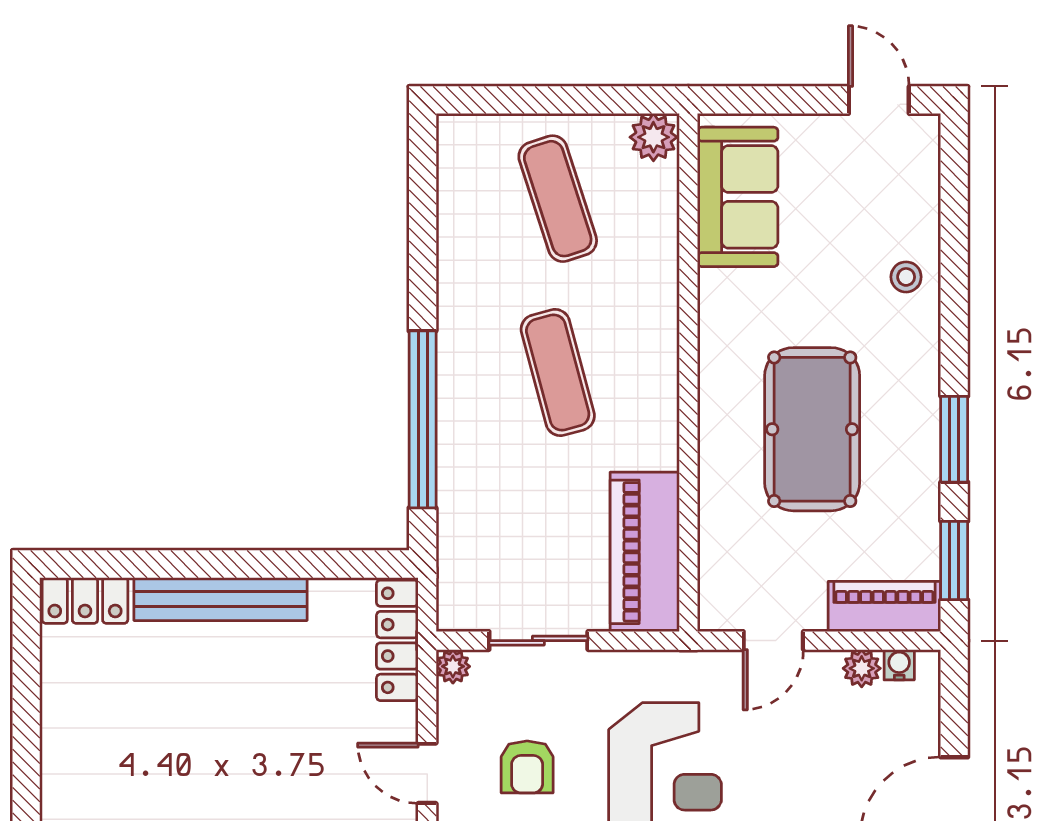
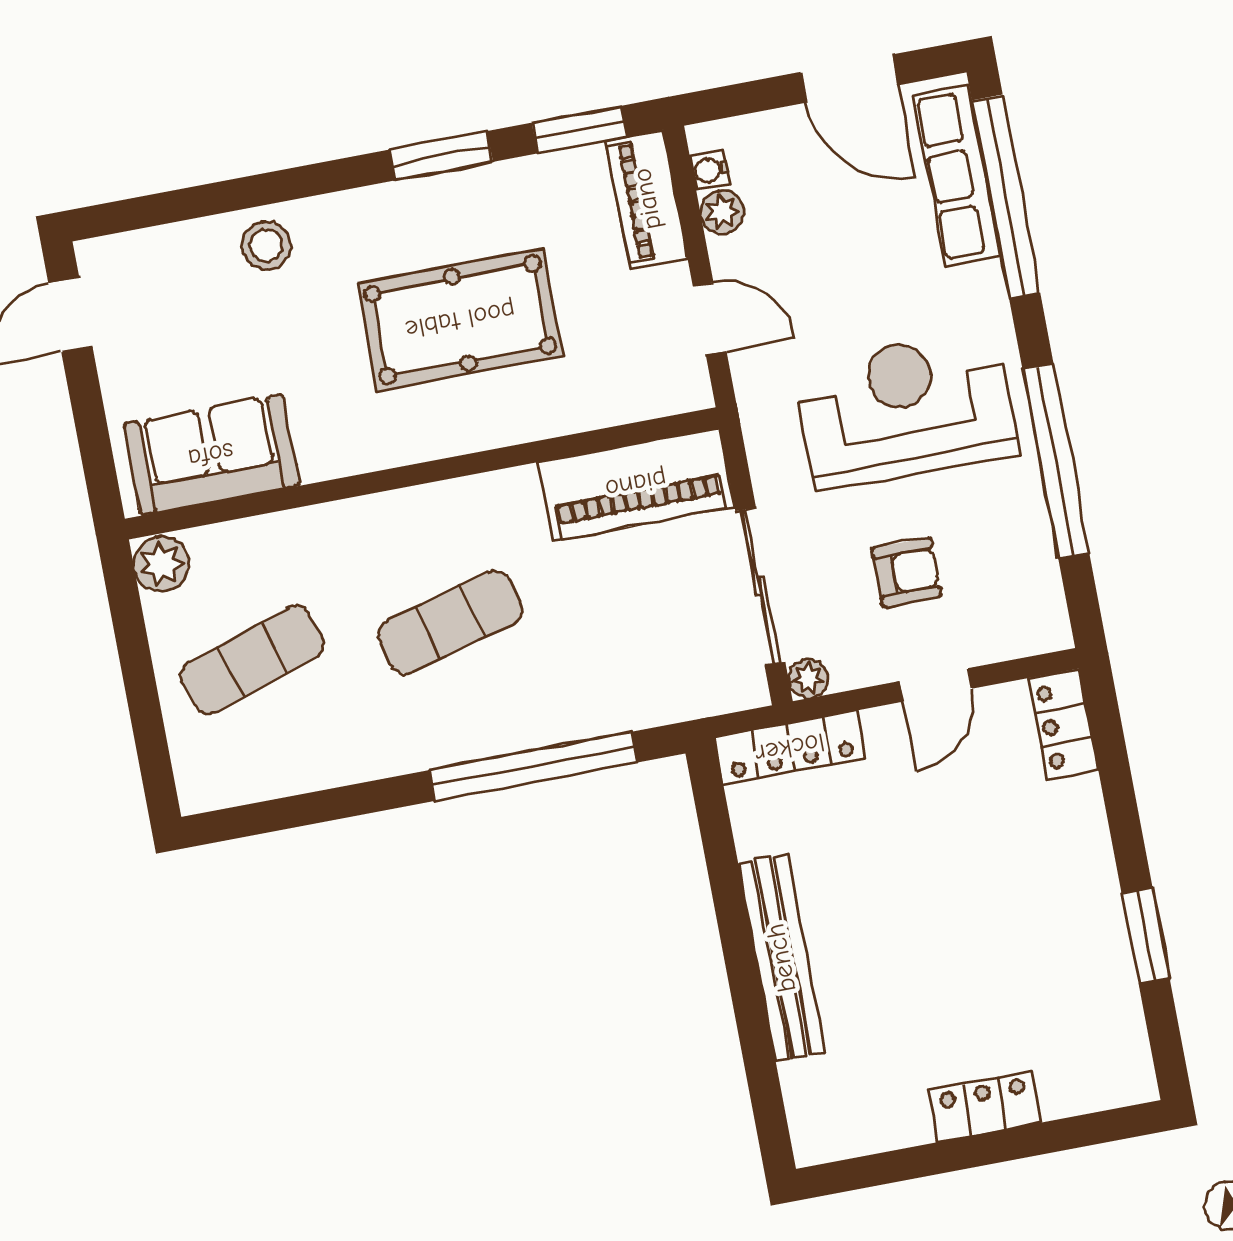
stool: (906, 277) -> (266, 246), width x1.37, depth x1.37
locker: (85, 600) -> (985, 1106), moved, turned -90
sliding door: (538, 641) -> (760, 587), width x1.37

